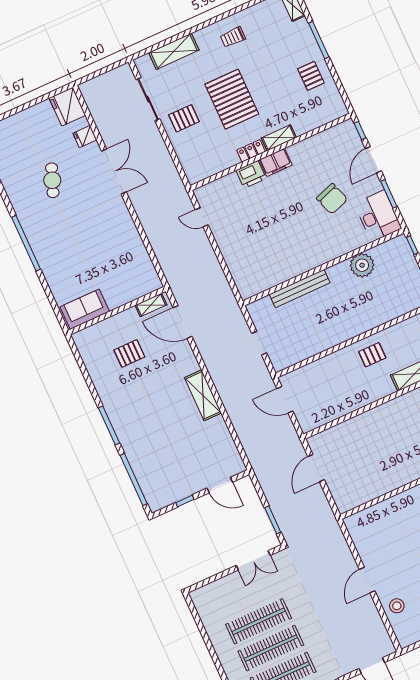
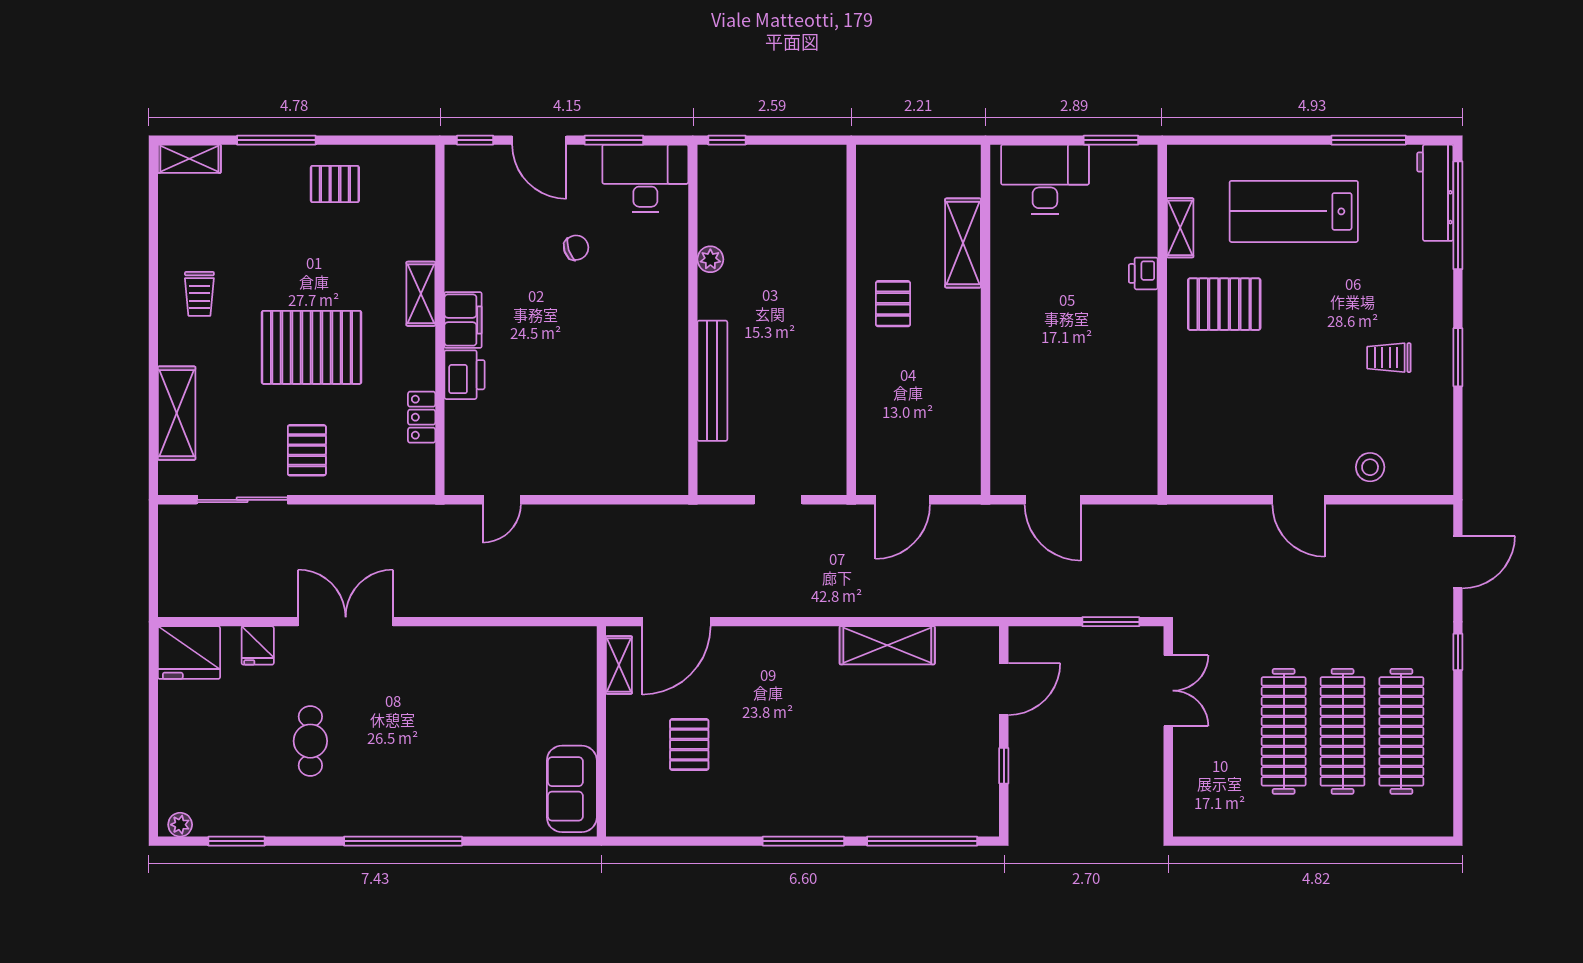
locker: (251, 151) -> (422, 417), moved
cafe table: (52, 180) -> (310, 741), turned 69
chair: (332, 199) -> (576, 248), width x0.54, depth x0.54
plant: (362, 265) -> (710, 259), width x0.53, depth x0.53
shelving: (203, 395) -> (887, 645), moved

